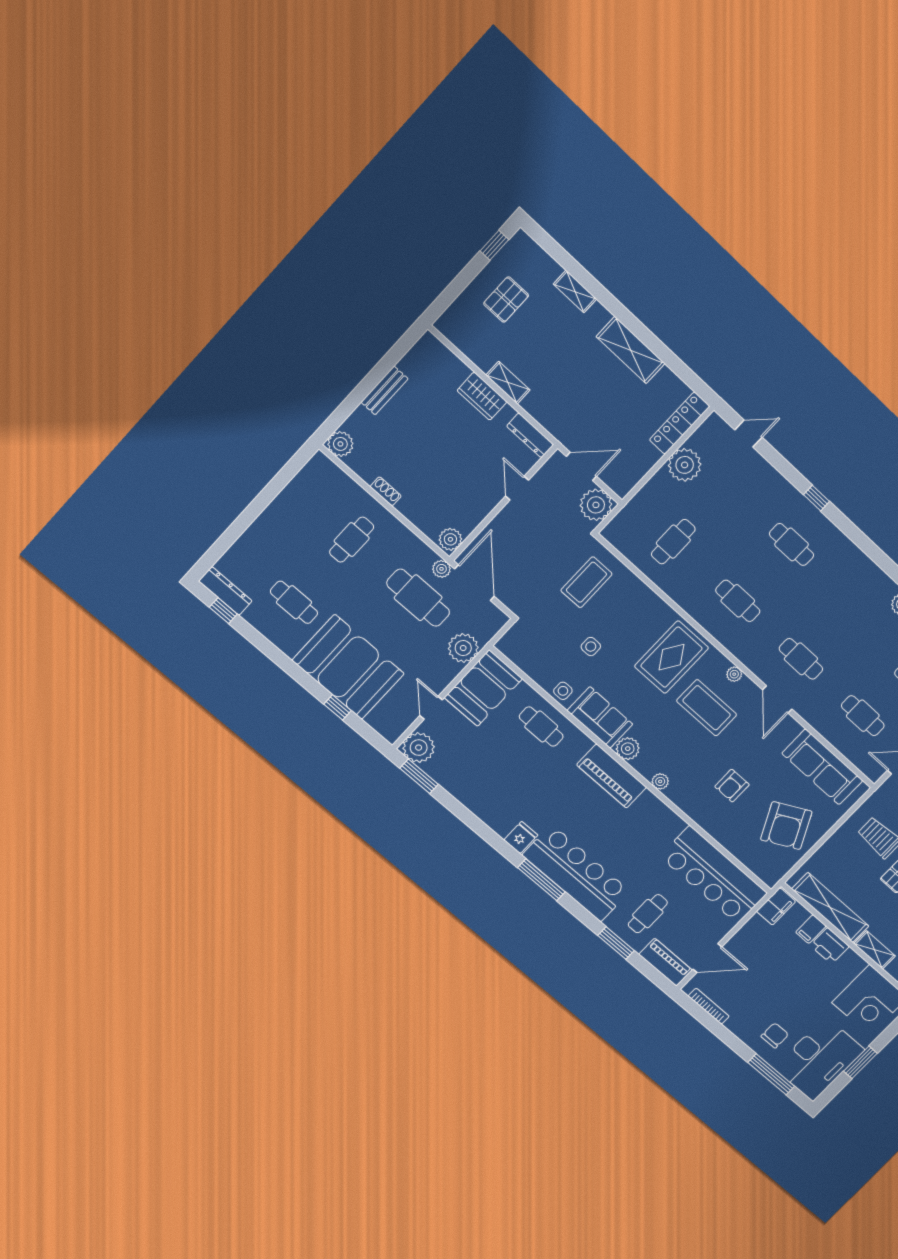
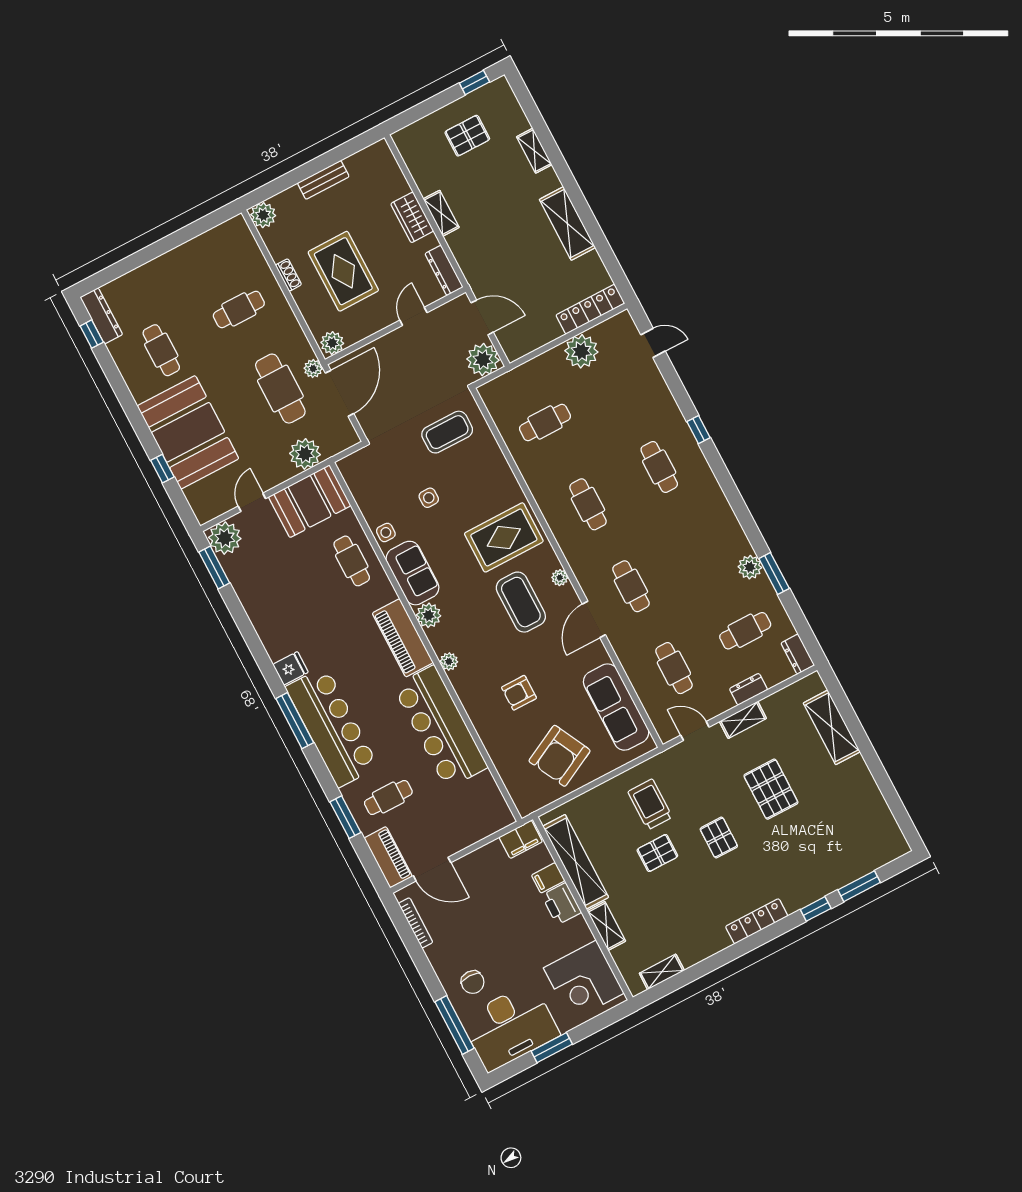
rug: (436, 470) -> (343, 271), added
bar counter: (714, 875) -> (440, 727), moved
chair: (775, 1035) -> (473, 982), turned 90

